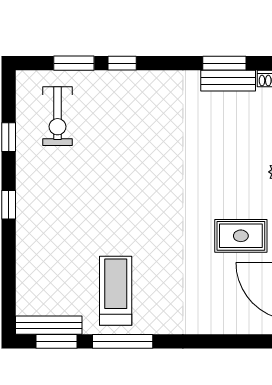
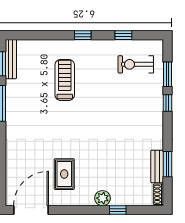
treadmill: (116, 291) -> (65, 80), moved, turned -90

